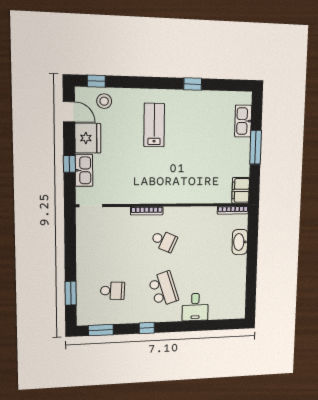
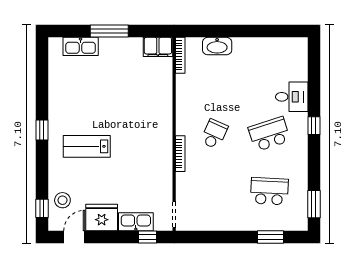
window: (193, 84) -> (42, 130), moved
window: (69, 164) -> (147, 237), moved
school desk: (113, 291) -> (269, 191), width x1.85
window: (147, 328) -> (314, 126), moved

